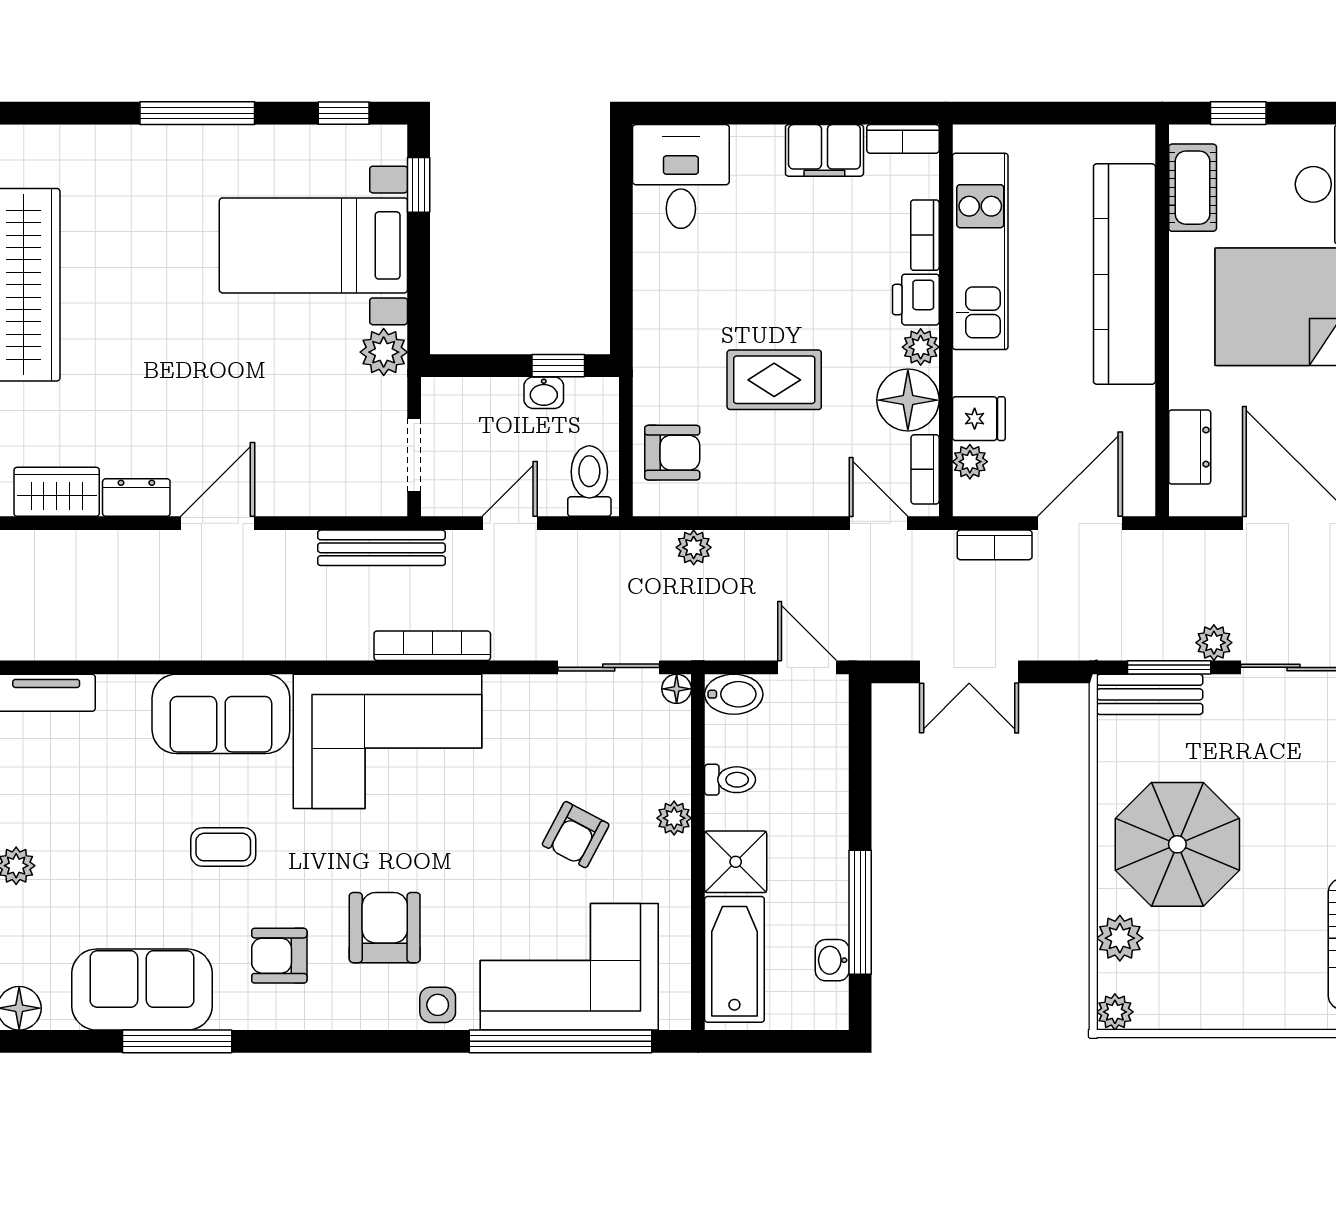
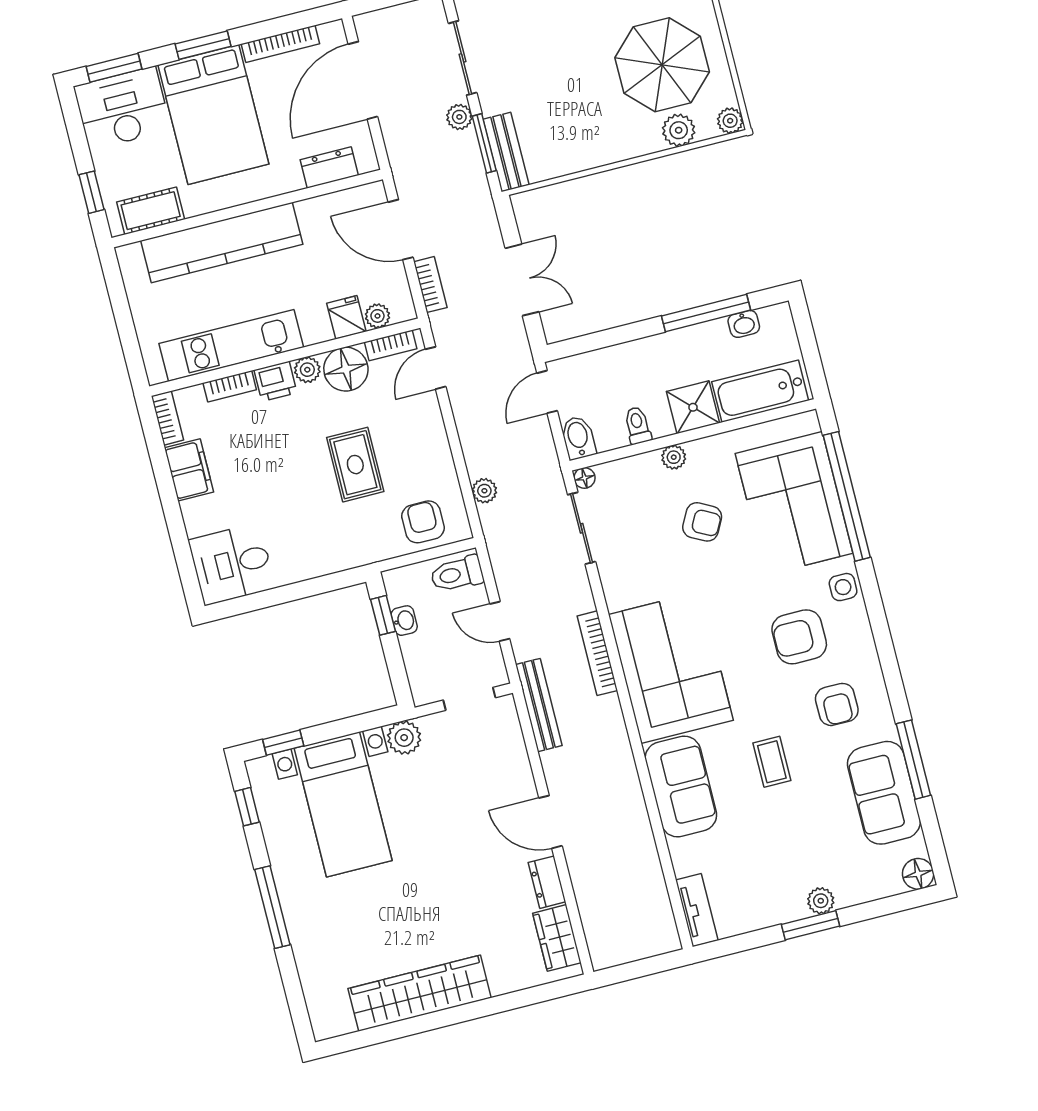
parasol: (1177, 844) -> (662, 65), moved

